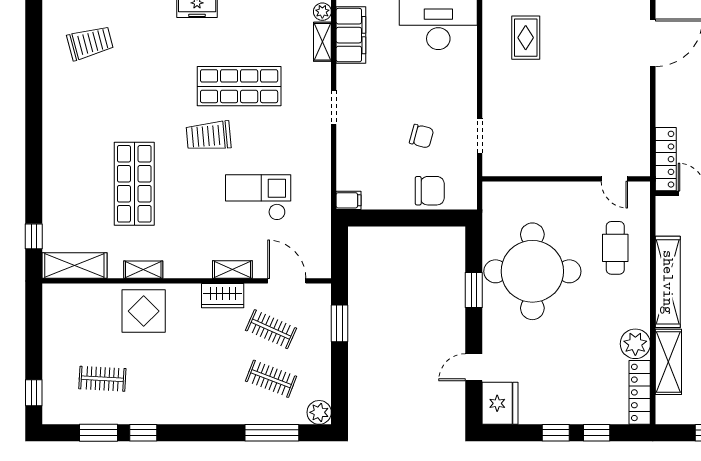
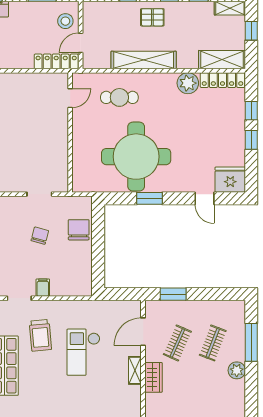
trolley: (209, 136) -> (40, 335), moved
filing cabinet: (349, 200) -> (43, 288), moved
shelving: (668, 362) -> (222, 60), moved
plant: (319, 412) -> (237, 370), moved

